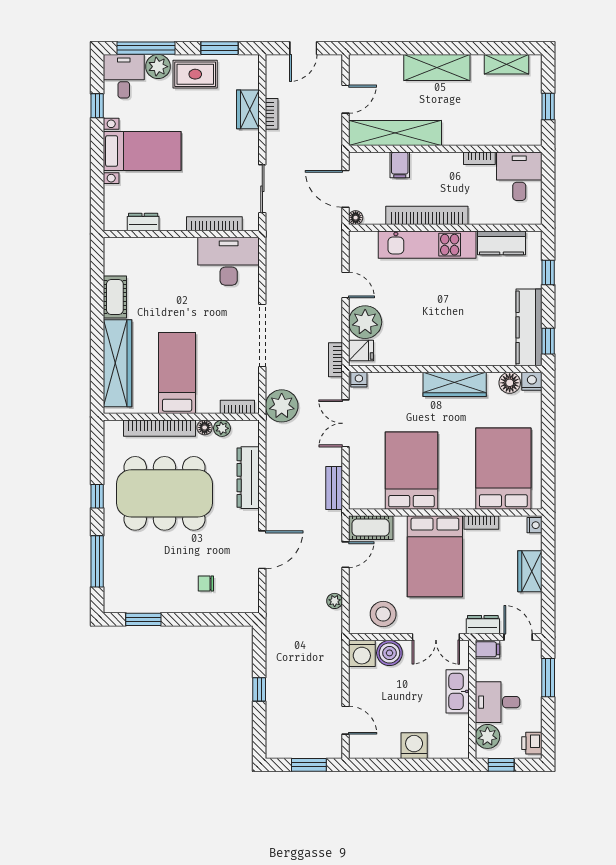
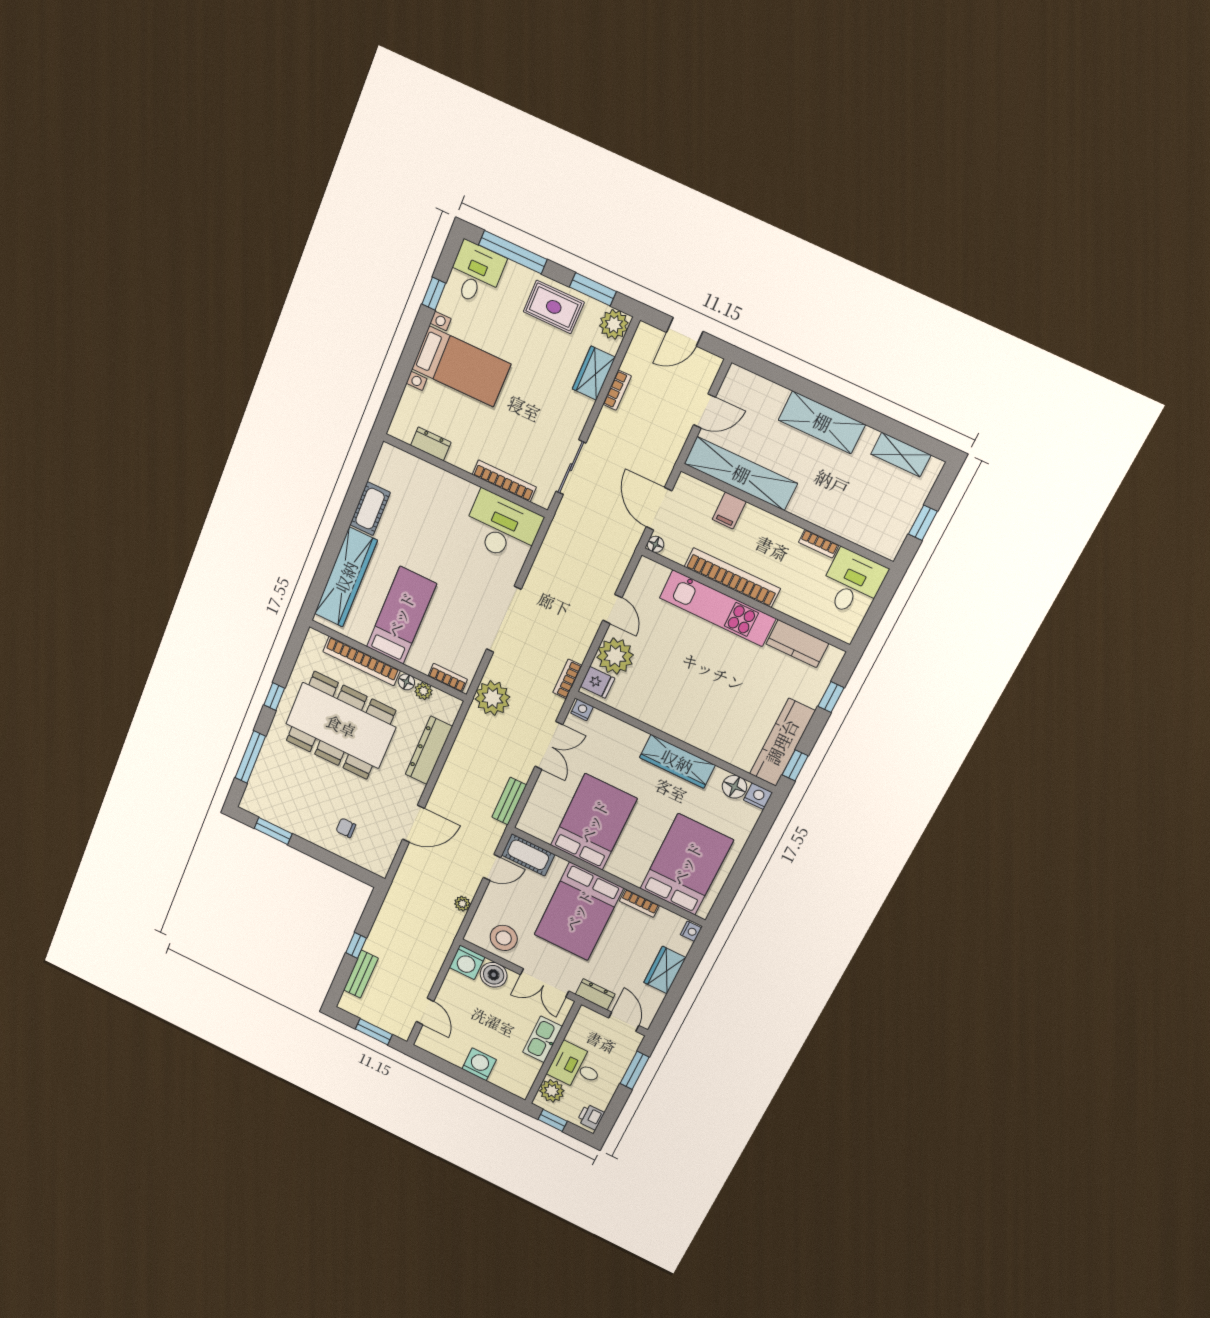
plant: (158, 67) -> (614, 324), moved
double door: (345, 423) -> (549, 746), swing flipped
filing cabinet: (487, 649) -> (589, 1018), removed
bench: (275, 715) -> (361, 974), added

